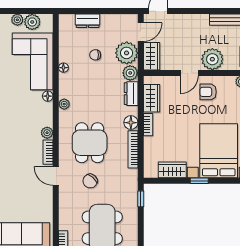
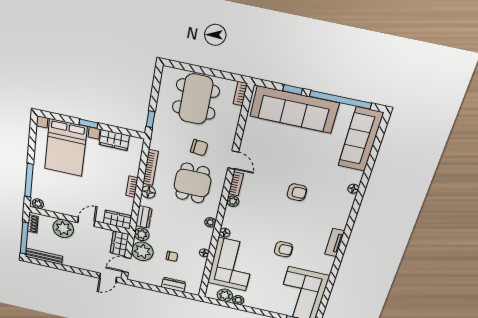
armchair: (208, 92) -> (70, 202), removed
wardrobe: (152, 98) -> (117, 220), moved, turned 90
chair: (90, 181) -> (199, 148), turned 54

